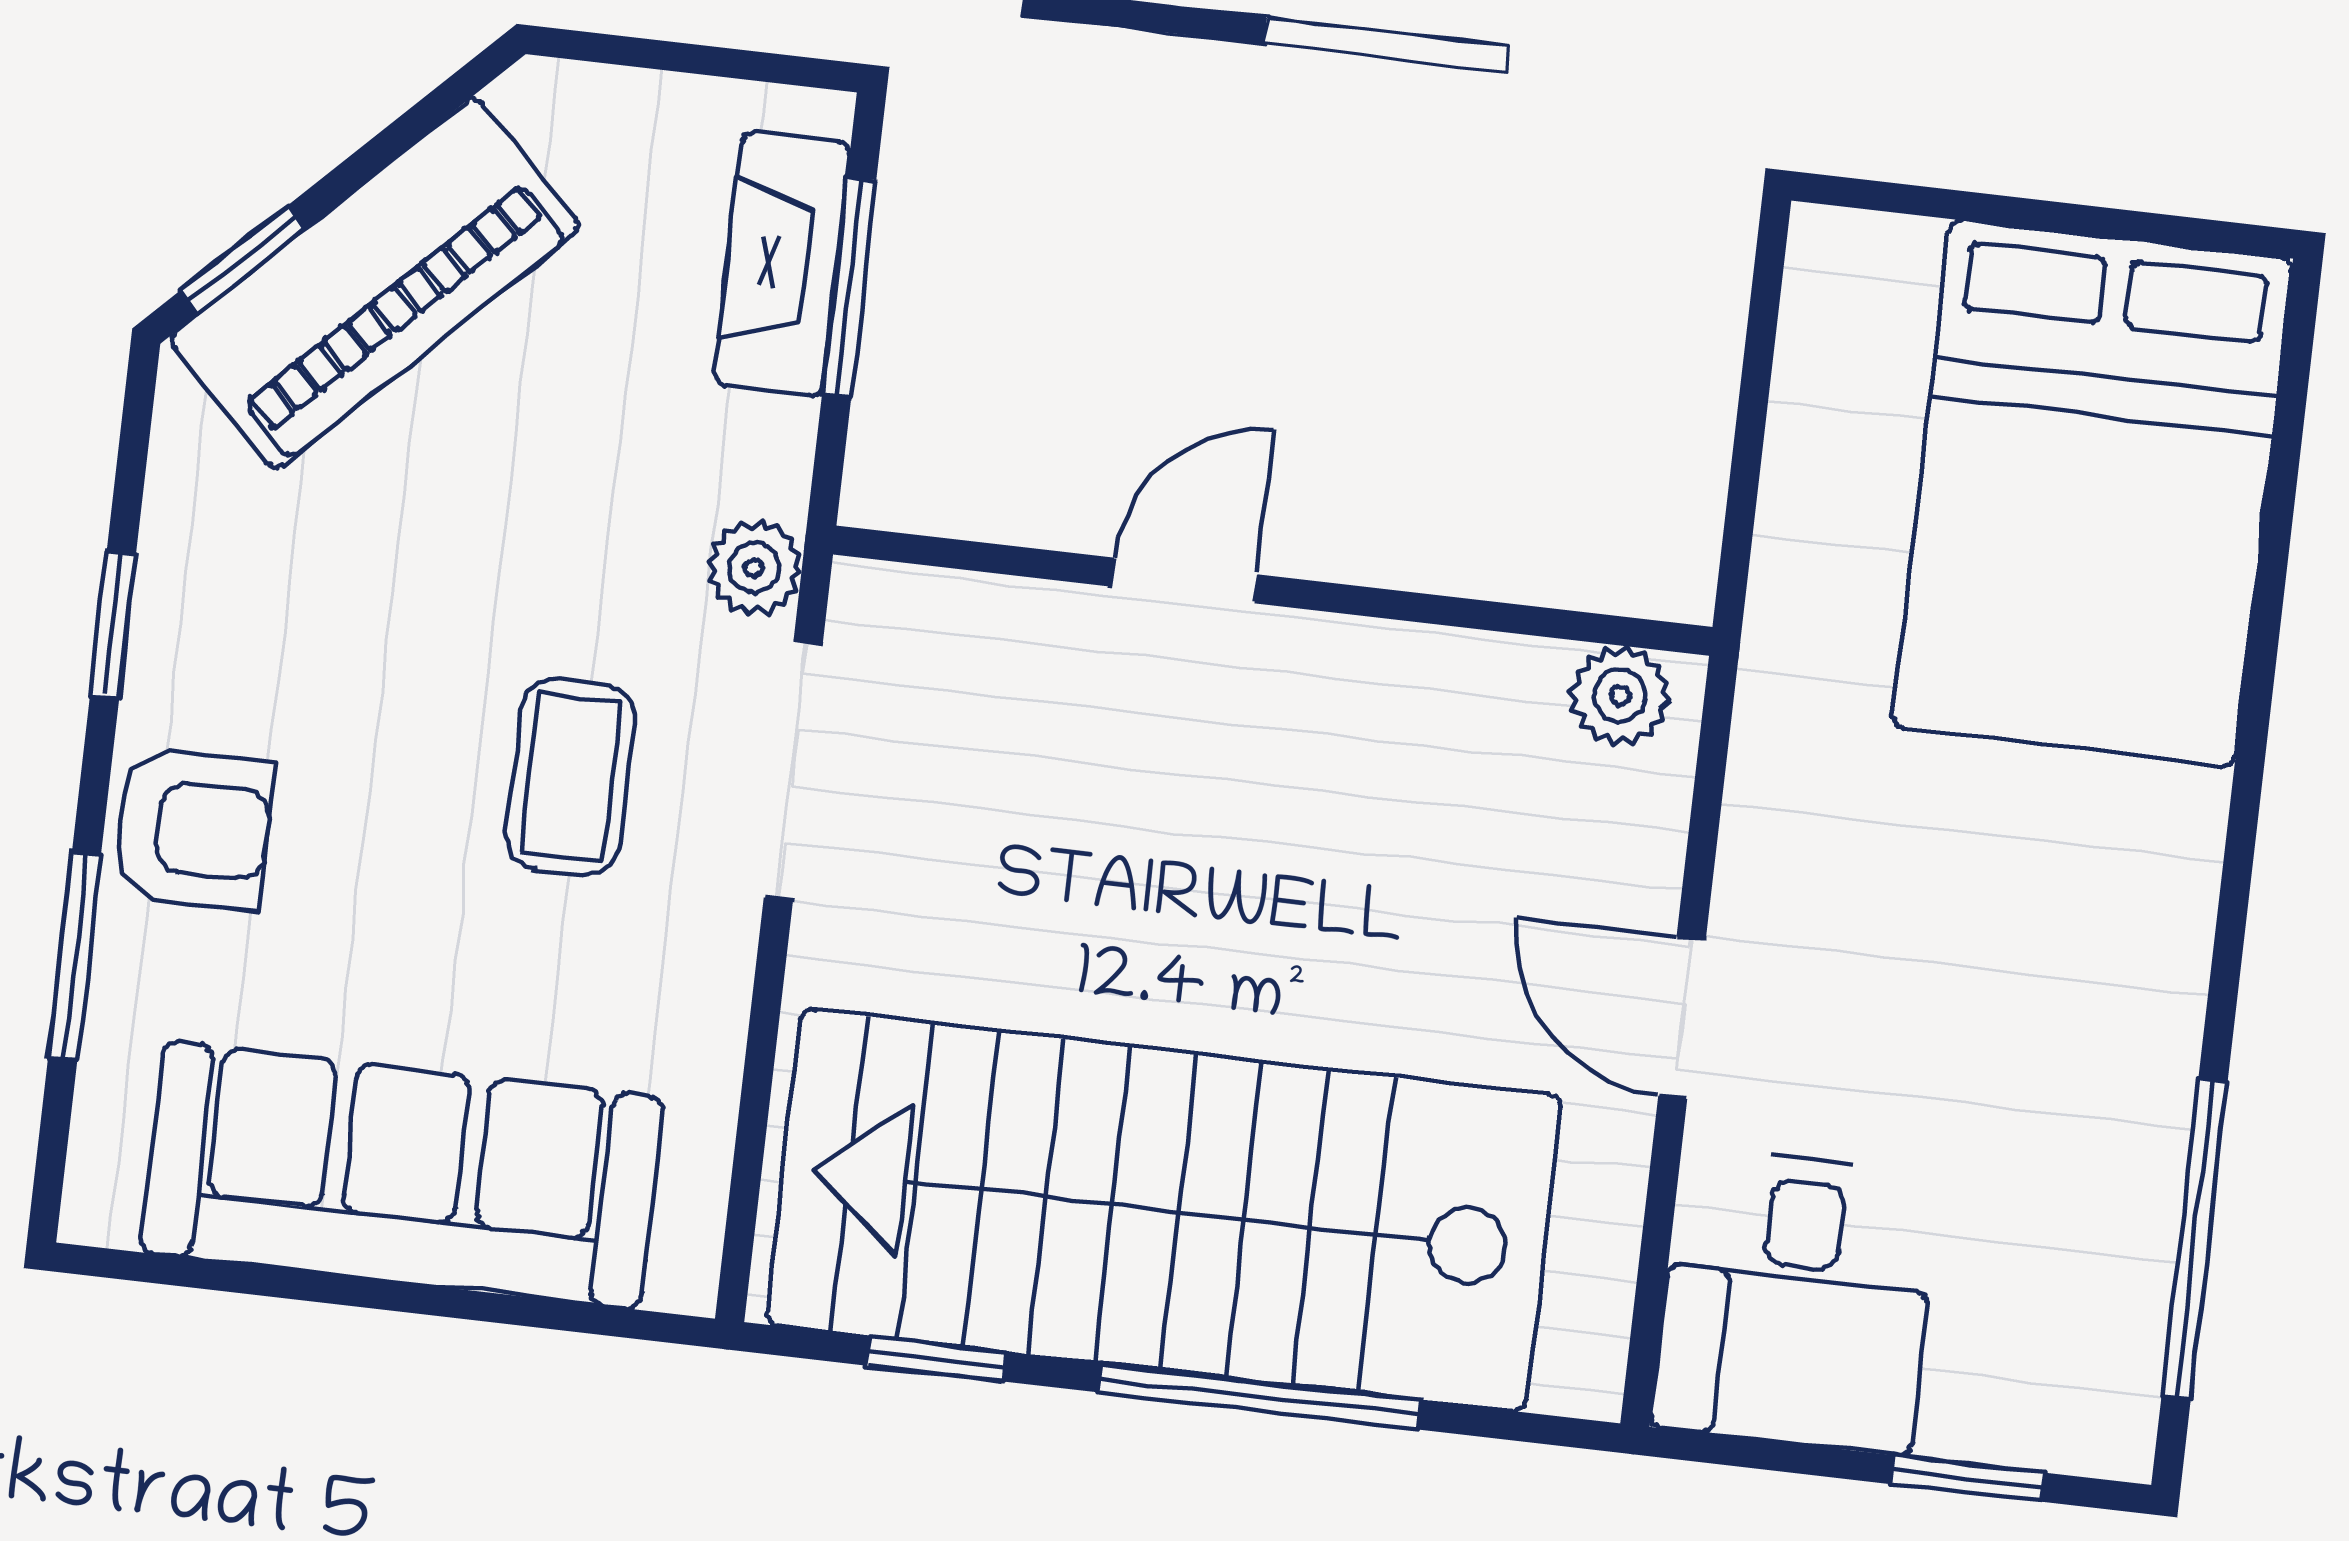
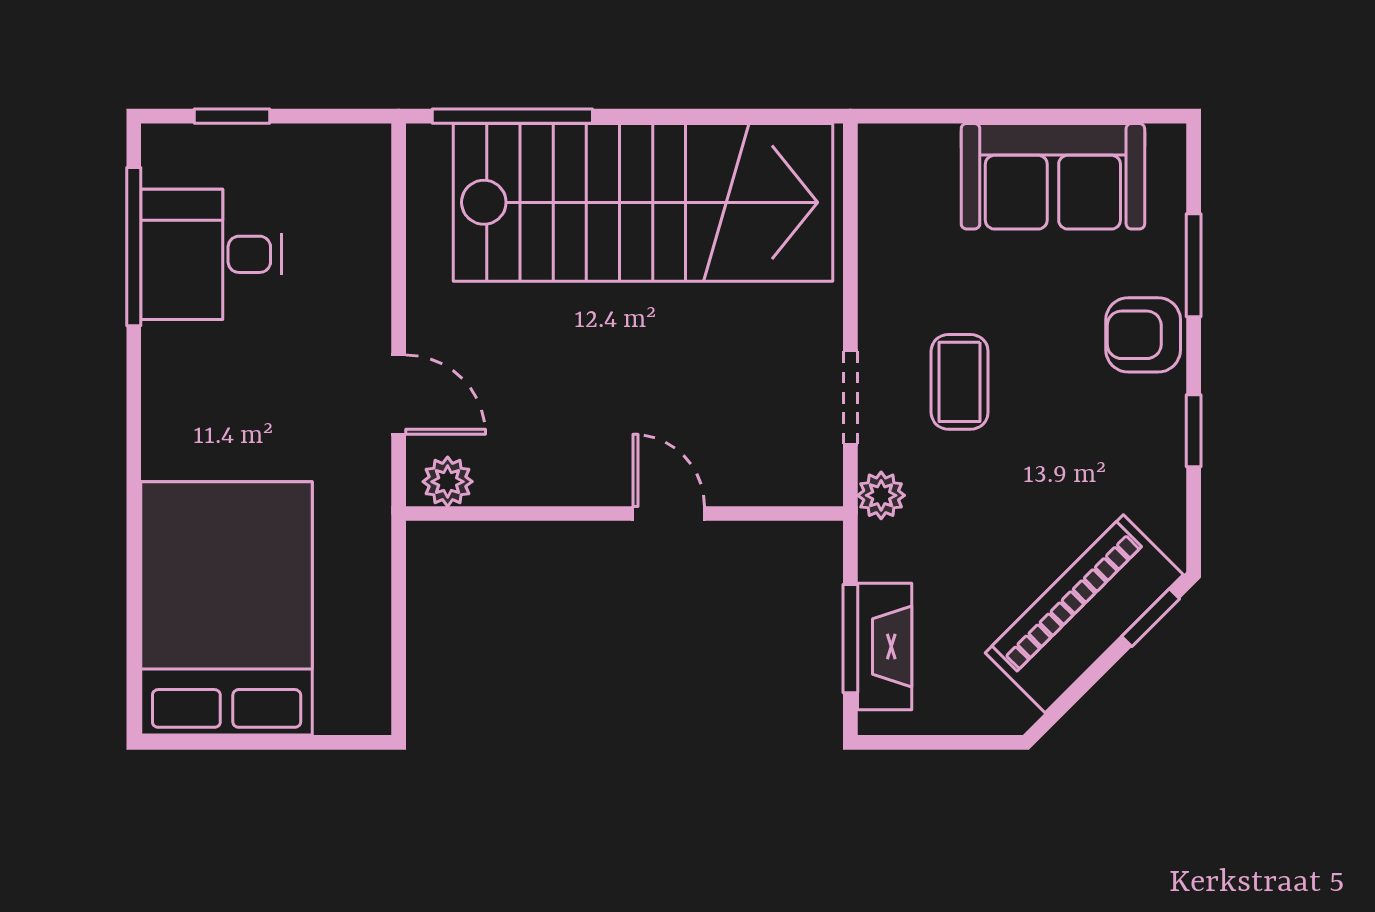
door: (1184, 580) -> (669, 513), swing flipped
doorway: (793, 771) -> (850, 398), width x0.73
door: (1682, 1018) -> (399, 395), moved
sofa: (402, 1175) -> (1053, 176), width x0.73
desk: (1796, 1301) -> (211, 254), moved, turned -90
window: (936, 1359) -> (747, 116), removed
window: (1260, 1397) -> (512, 116), moved

